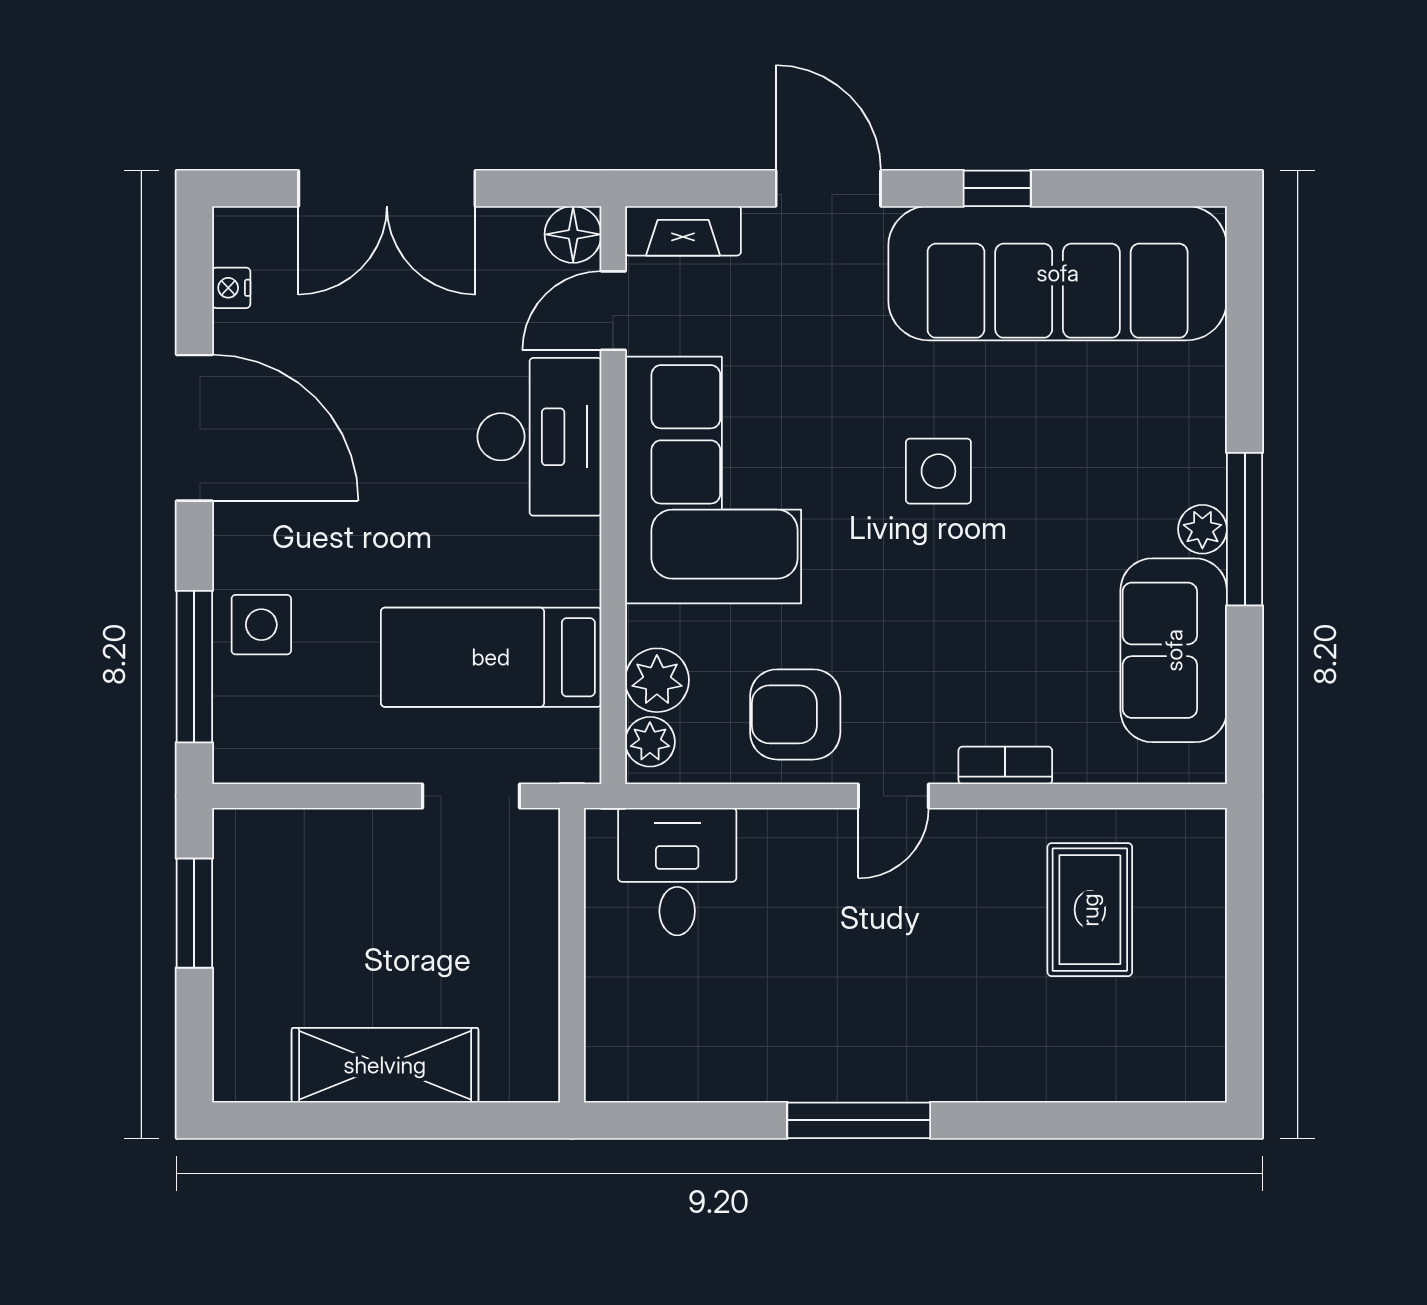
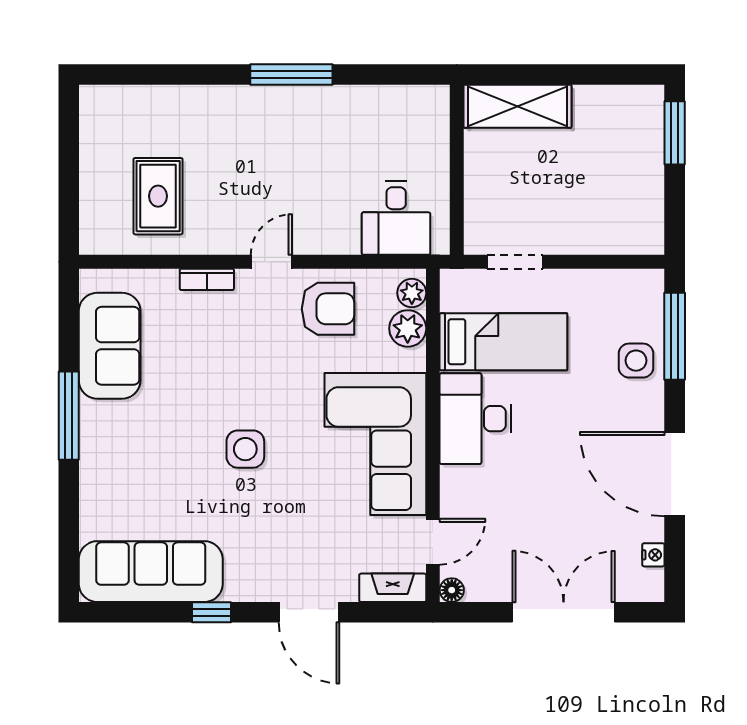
floor lamp: (573, 234) -> (452, 590), width x0.73, depth x0.73
sofa: (1058, 273) -> (151, 572), width x0.74, depth x0.79
desk: (539, 437) -> (476, 419), moved
plant: (1202, 529) -> (93, 416), removed
window: (194, 913) -> (675, 133), moved
shelving: (385, 1065) -> (517, 106), moved

